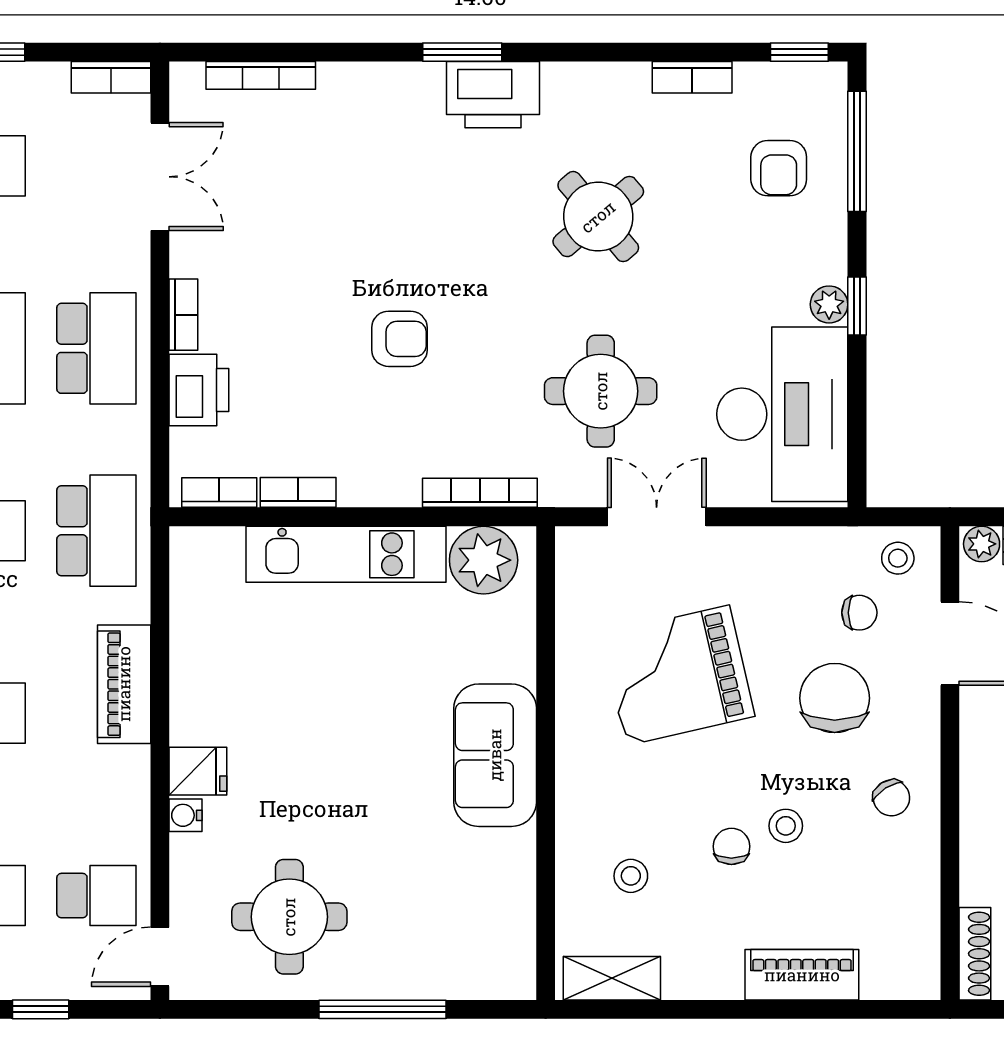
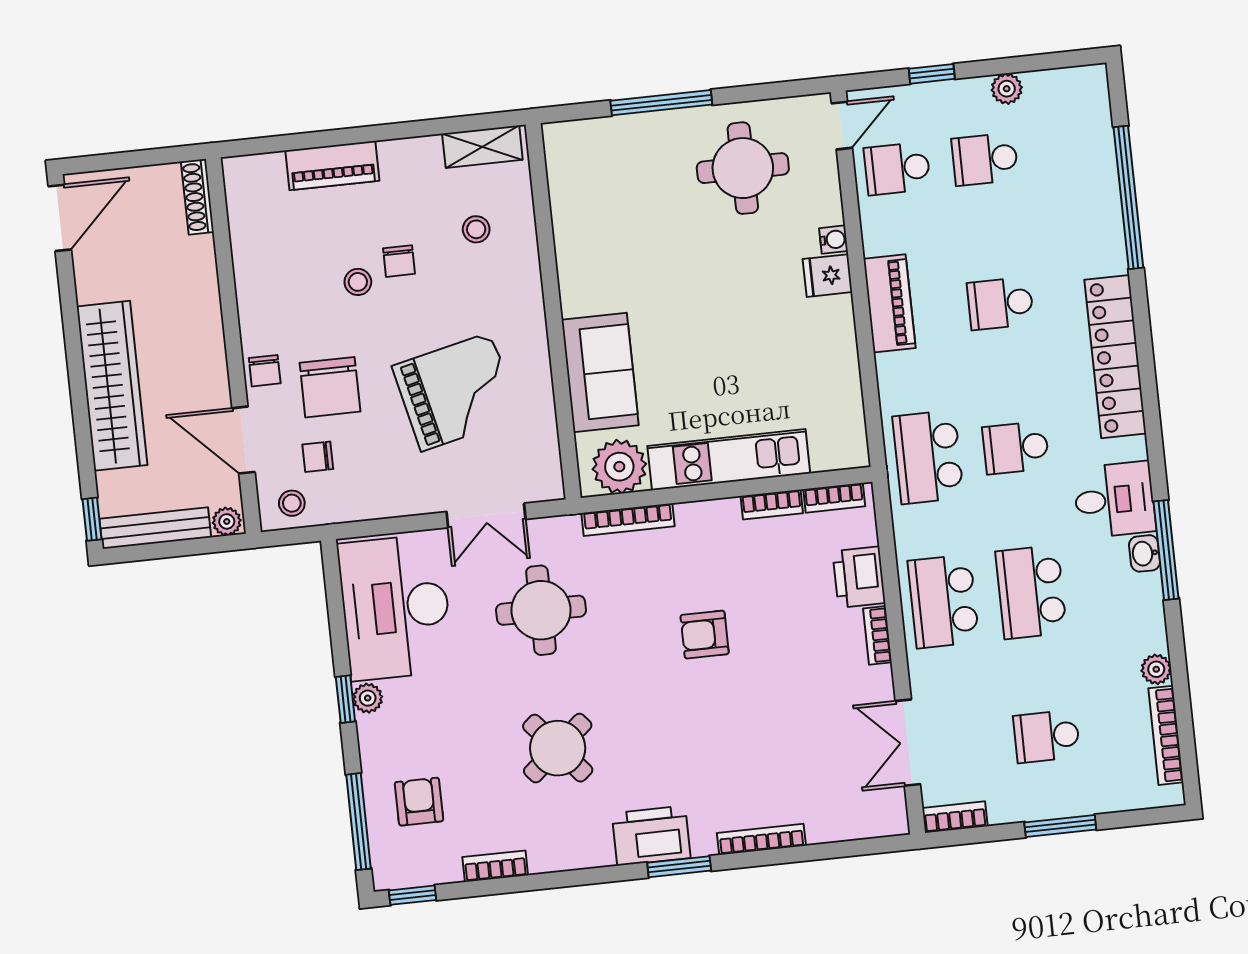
bookcase: (261, 75) -> (761, 839), moved
piano: (124, 684) -> (890, 303), moved
sofa: (495, 755) -> (600, 373), moved
chair: (891, 798) -> (265, 371), moved, turned -148

